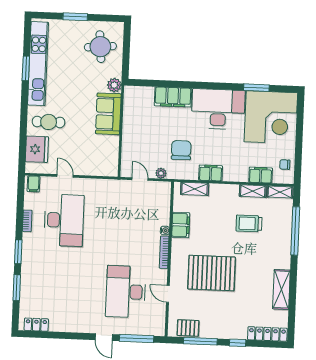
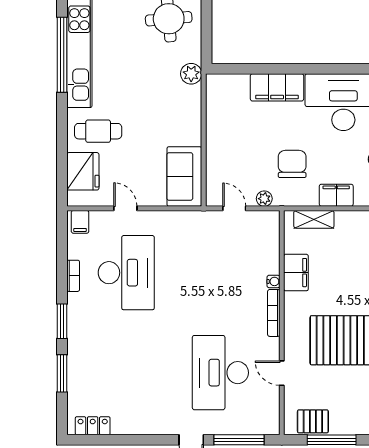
window: (26, 68) -> (62, 55), width x2.11
sofa: (108, 114) -> (184, 176), moved

